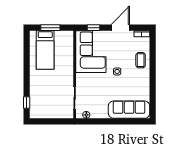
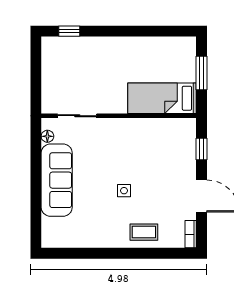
bed: (45, 50) -> (162, 98), moved
corner sofa: (91, 52) -> (159, 144), removed
sofa: (129, 110) -> (57, 180), moved

